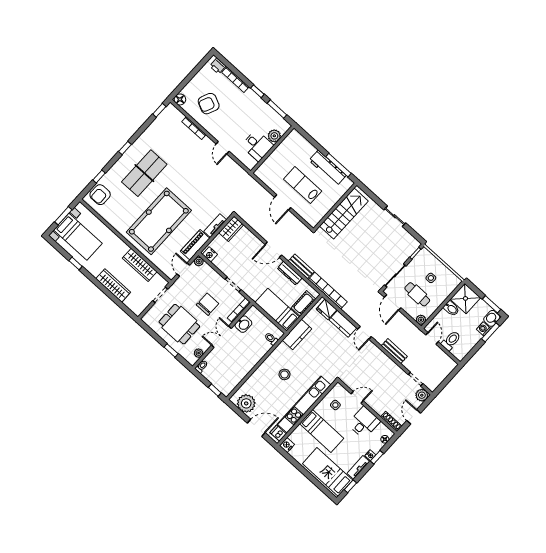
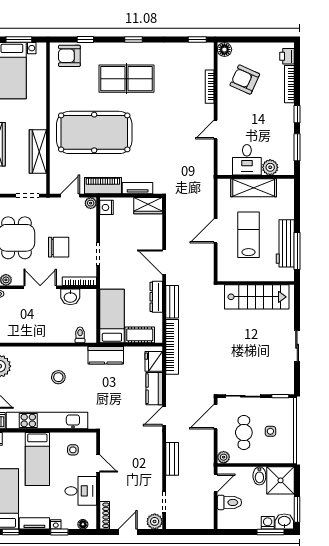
shelving: (278, 157) -> (254, 188), added

